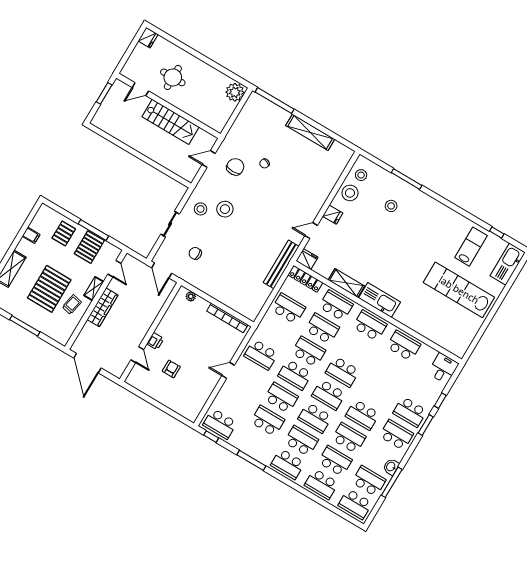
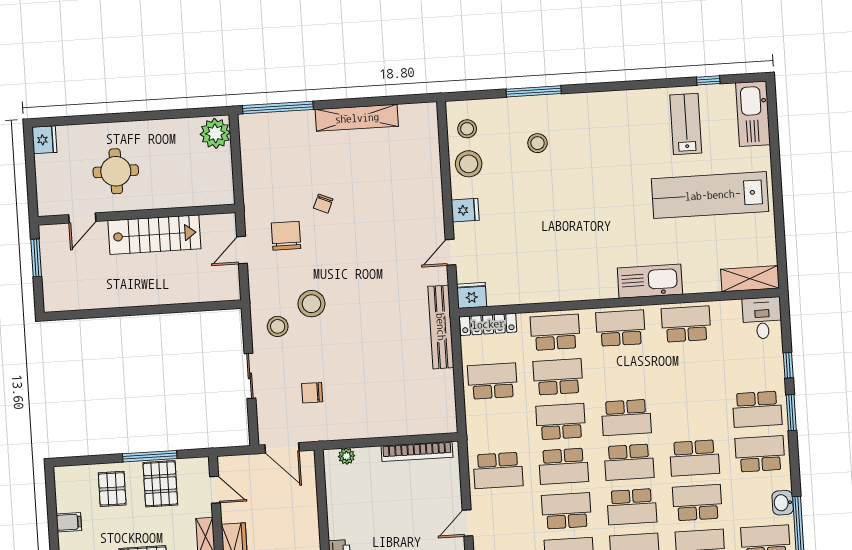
shelving: (346, 283) -> (750, 279), moved
kitchen sink: (379, 300) -> (650, 281), moved

